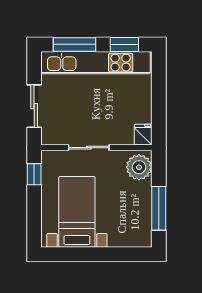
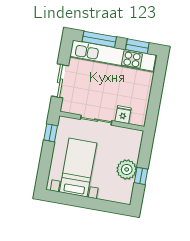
fridge: (143, 135) -> (123, 115), moved
plant: (139, 167) -> (127, 169), moved
window: (159, 208) -> (141, 176), width x0.46

